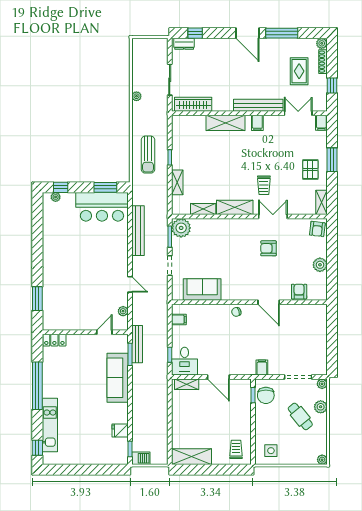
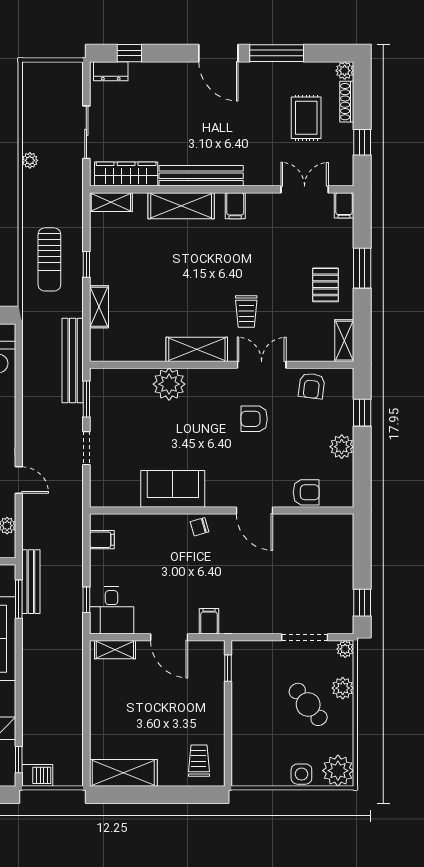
bench: (258, 105) -> (201, 176), moved
shelving: (203, 209) -> (111, 202), moved
plant: (181, 228) -> (169, 384), moved
armchair: (317, 229) -> (312, 386), moved
bench: (138, 231) -> (73, 360), moved
window: (332, 245) -> (362, 413), added
sofa: (202, 290) -> (173, 489), moved
armchair: (299, 292) -> (306, 492), turned 90
window: (332, 357) -> (362, 603), added
filing cabinet: (262, 367) -> (209, 621), moved
chair: (266, 395) -> (250, 669), removed
side table: (271, 451) -> (301, 774), moved
plant: (322, 460) -> (338, 771), width x1.88, depth x1.88

